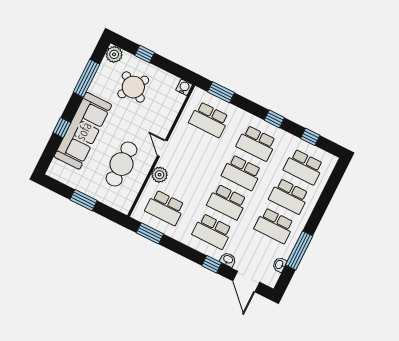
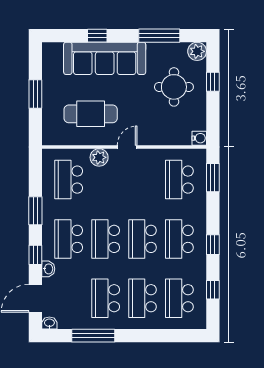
round table: (133, 87) -> (174, 87), turned -32
window: (150, 233) -> (35, 211), moved
washbasin: (279, 265) -> (49, 323), moved

